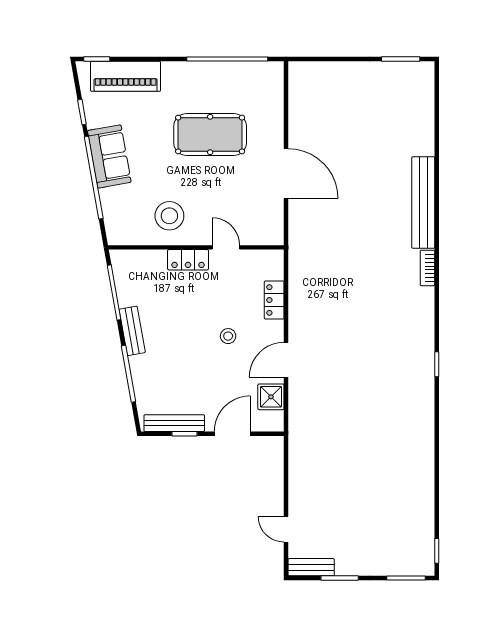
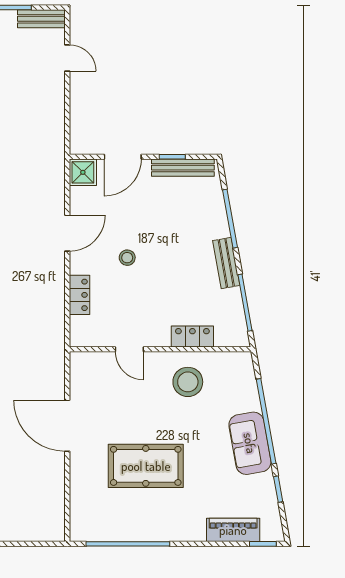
piano: (126, 76) -> (233, 530), width x0.73, depth x0.75
locker: (188, 260) -> (192, 336), moved
shower: (271, 397) -> (83, 172), moved

